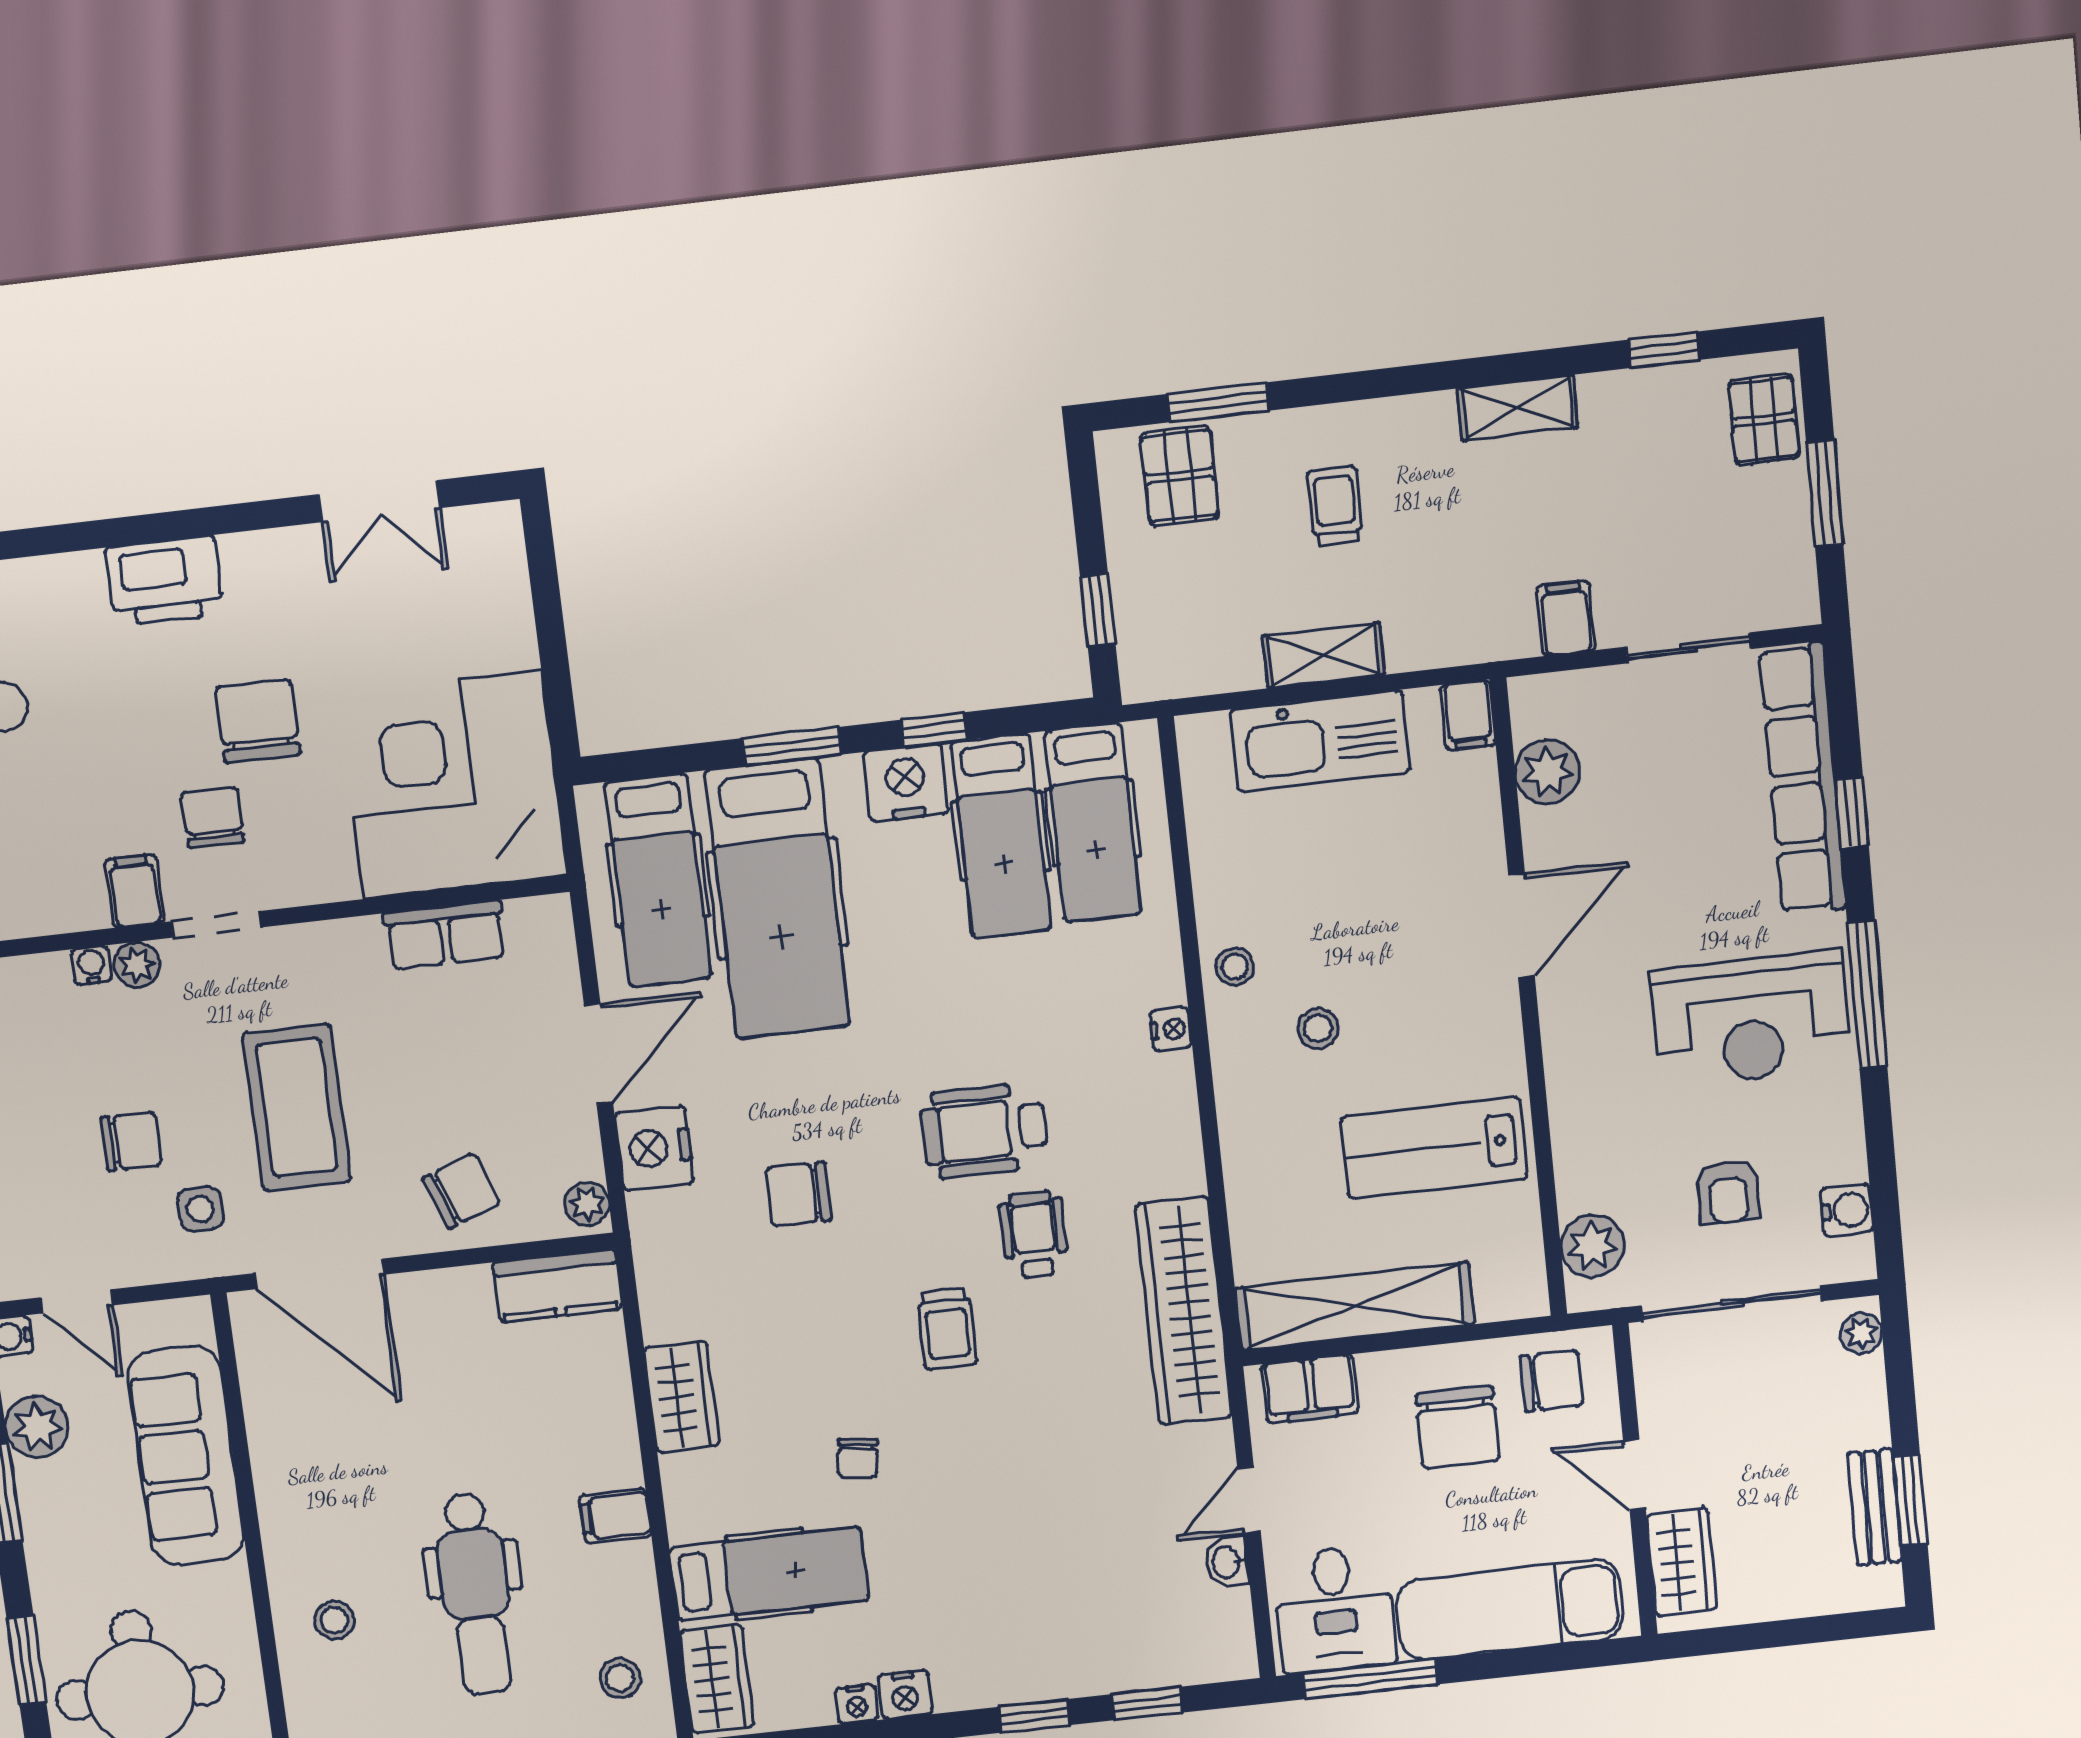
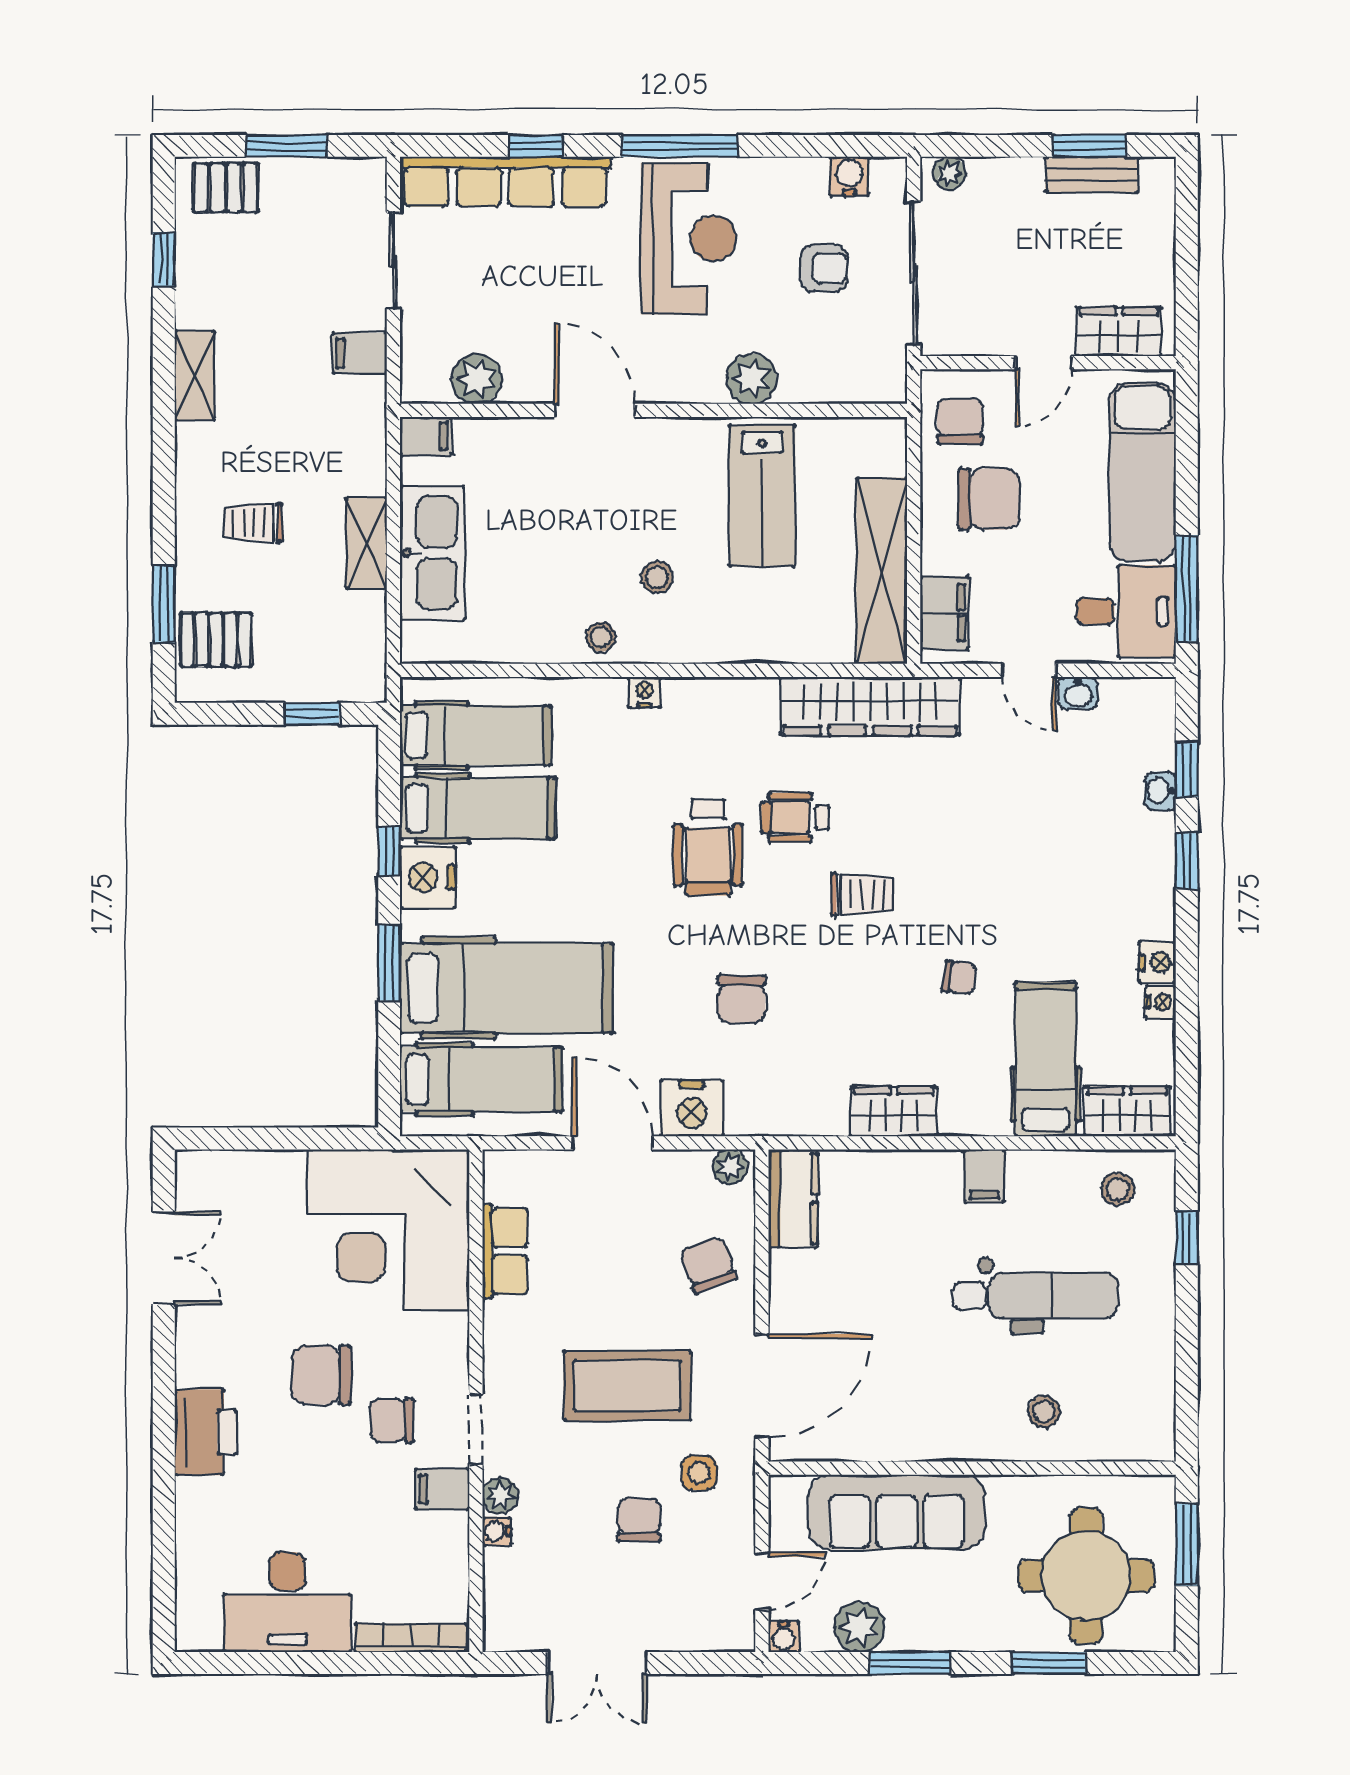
plant: (1592, 1246) -> (752, 379), moved
washbasin: (1117, 1675) -> (1160, 791), added

